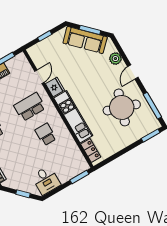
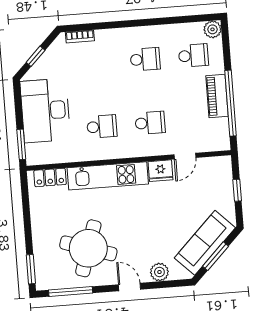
door: (39, 77) -> (185, 156), hinge flipped
school desk: (30, 107) -> (150, 123), width x0.54
desk: (46, 180) -> (45, 111), width x1.87, depth x1.30

